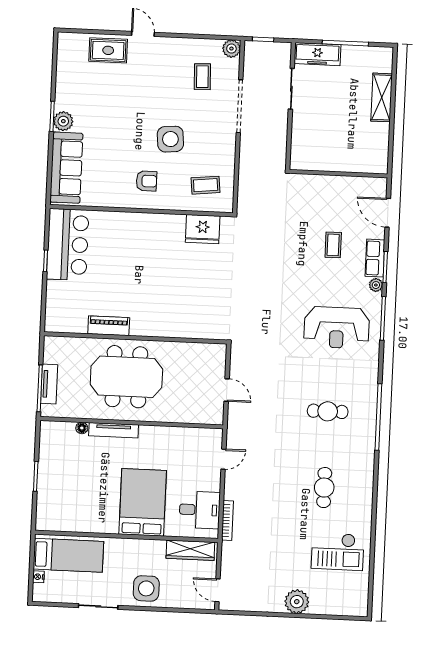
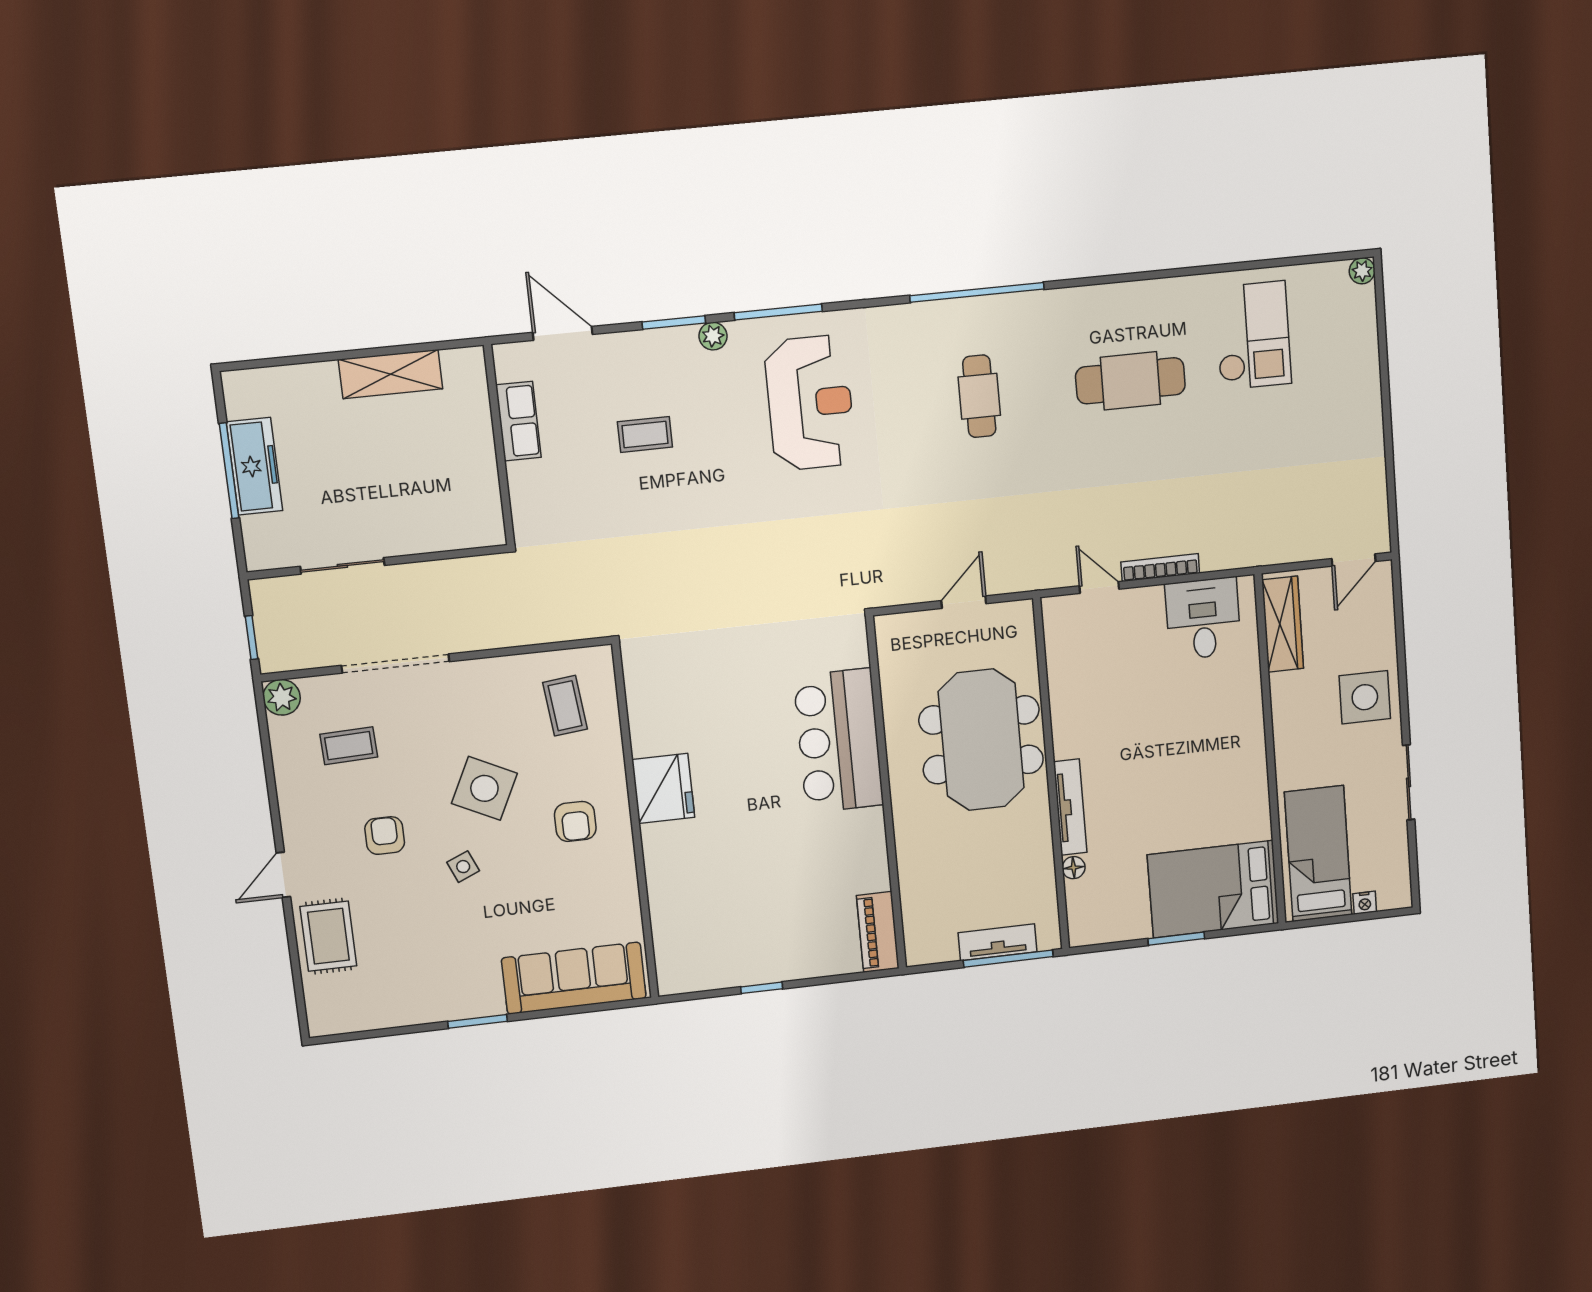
freezer: (317, 54) -> (254, 466), moved
armchair: (155, 86) -> (385, 836), added
shelving: (382, 97) -> (391, 374), moved
plant: (63, 121) -> (484, 999), removed
side table: (133, 122) -> (463, 867), added
side table: (170, 139) -> (484, 788), turned 31
armchair: (146, 181) -> (575, 821), turned 180
door: (388, 213) -> (563, 333), swing flipped
fridge: (203, 229) -> (663, 788), moved
bar counter: (68, 244) -> (839, 741), moved, turned -90
row of seats: (375, 258) -> (518, 421), moved, turned -90
piano: (109, 326) -> (878, 932), moved
meeting table: (126, 377) -> (981, 740), moved
cafe table: (324, 488) -> (1130, 381), width x1.37, depth x1.35
bed: (143, 502) -> (1213, 889), moved
bookcase: (227, 520) -> (1160, 568), moved
plant: (297, 602) -> (1362, 271), moved, width x0.53, depth x0.53

